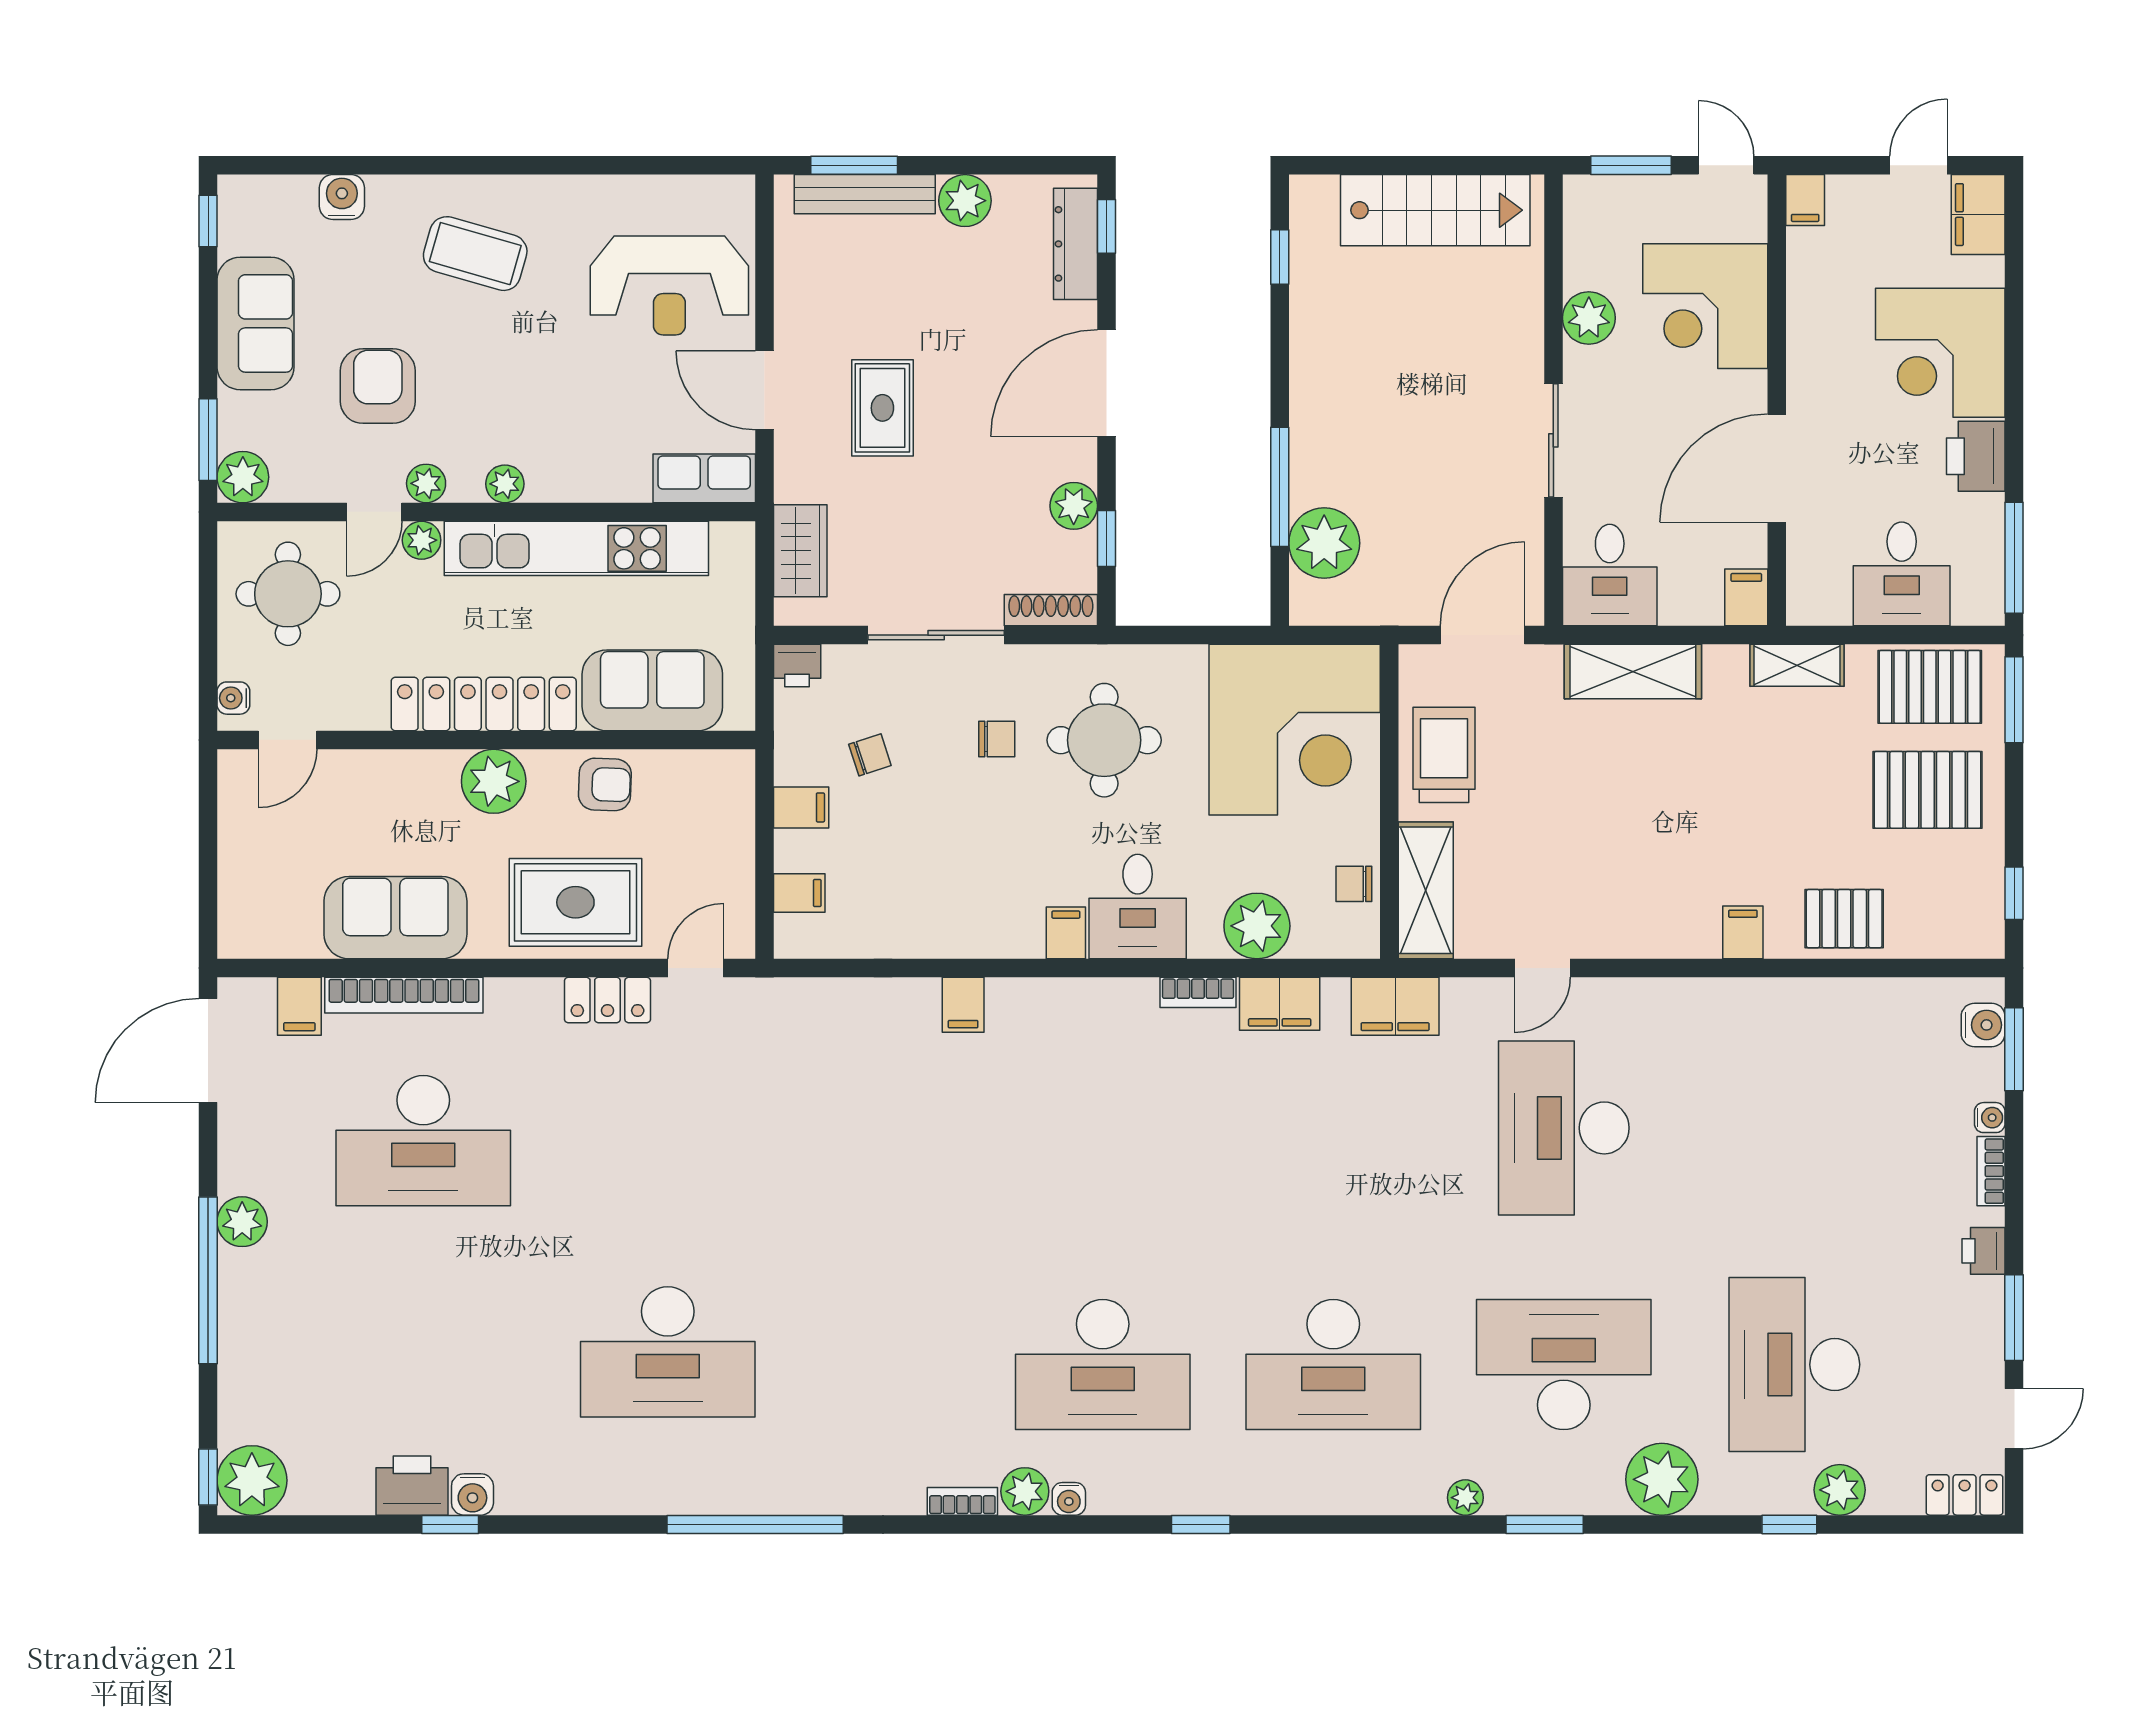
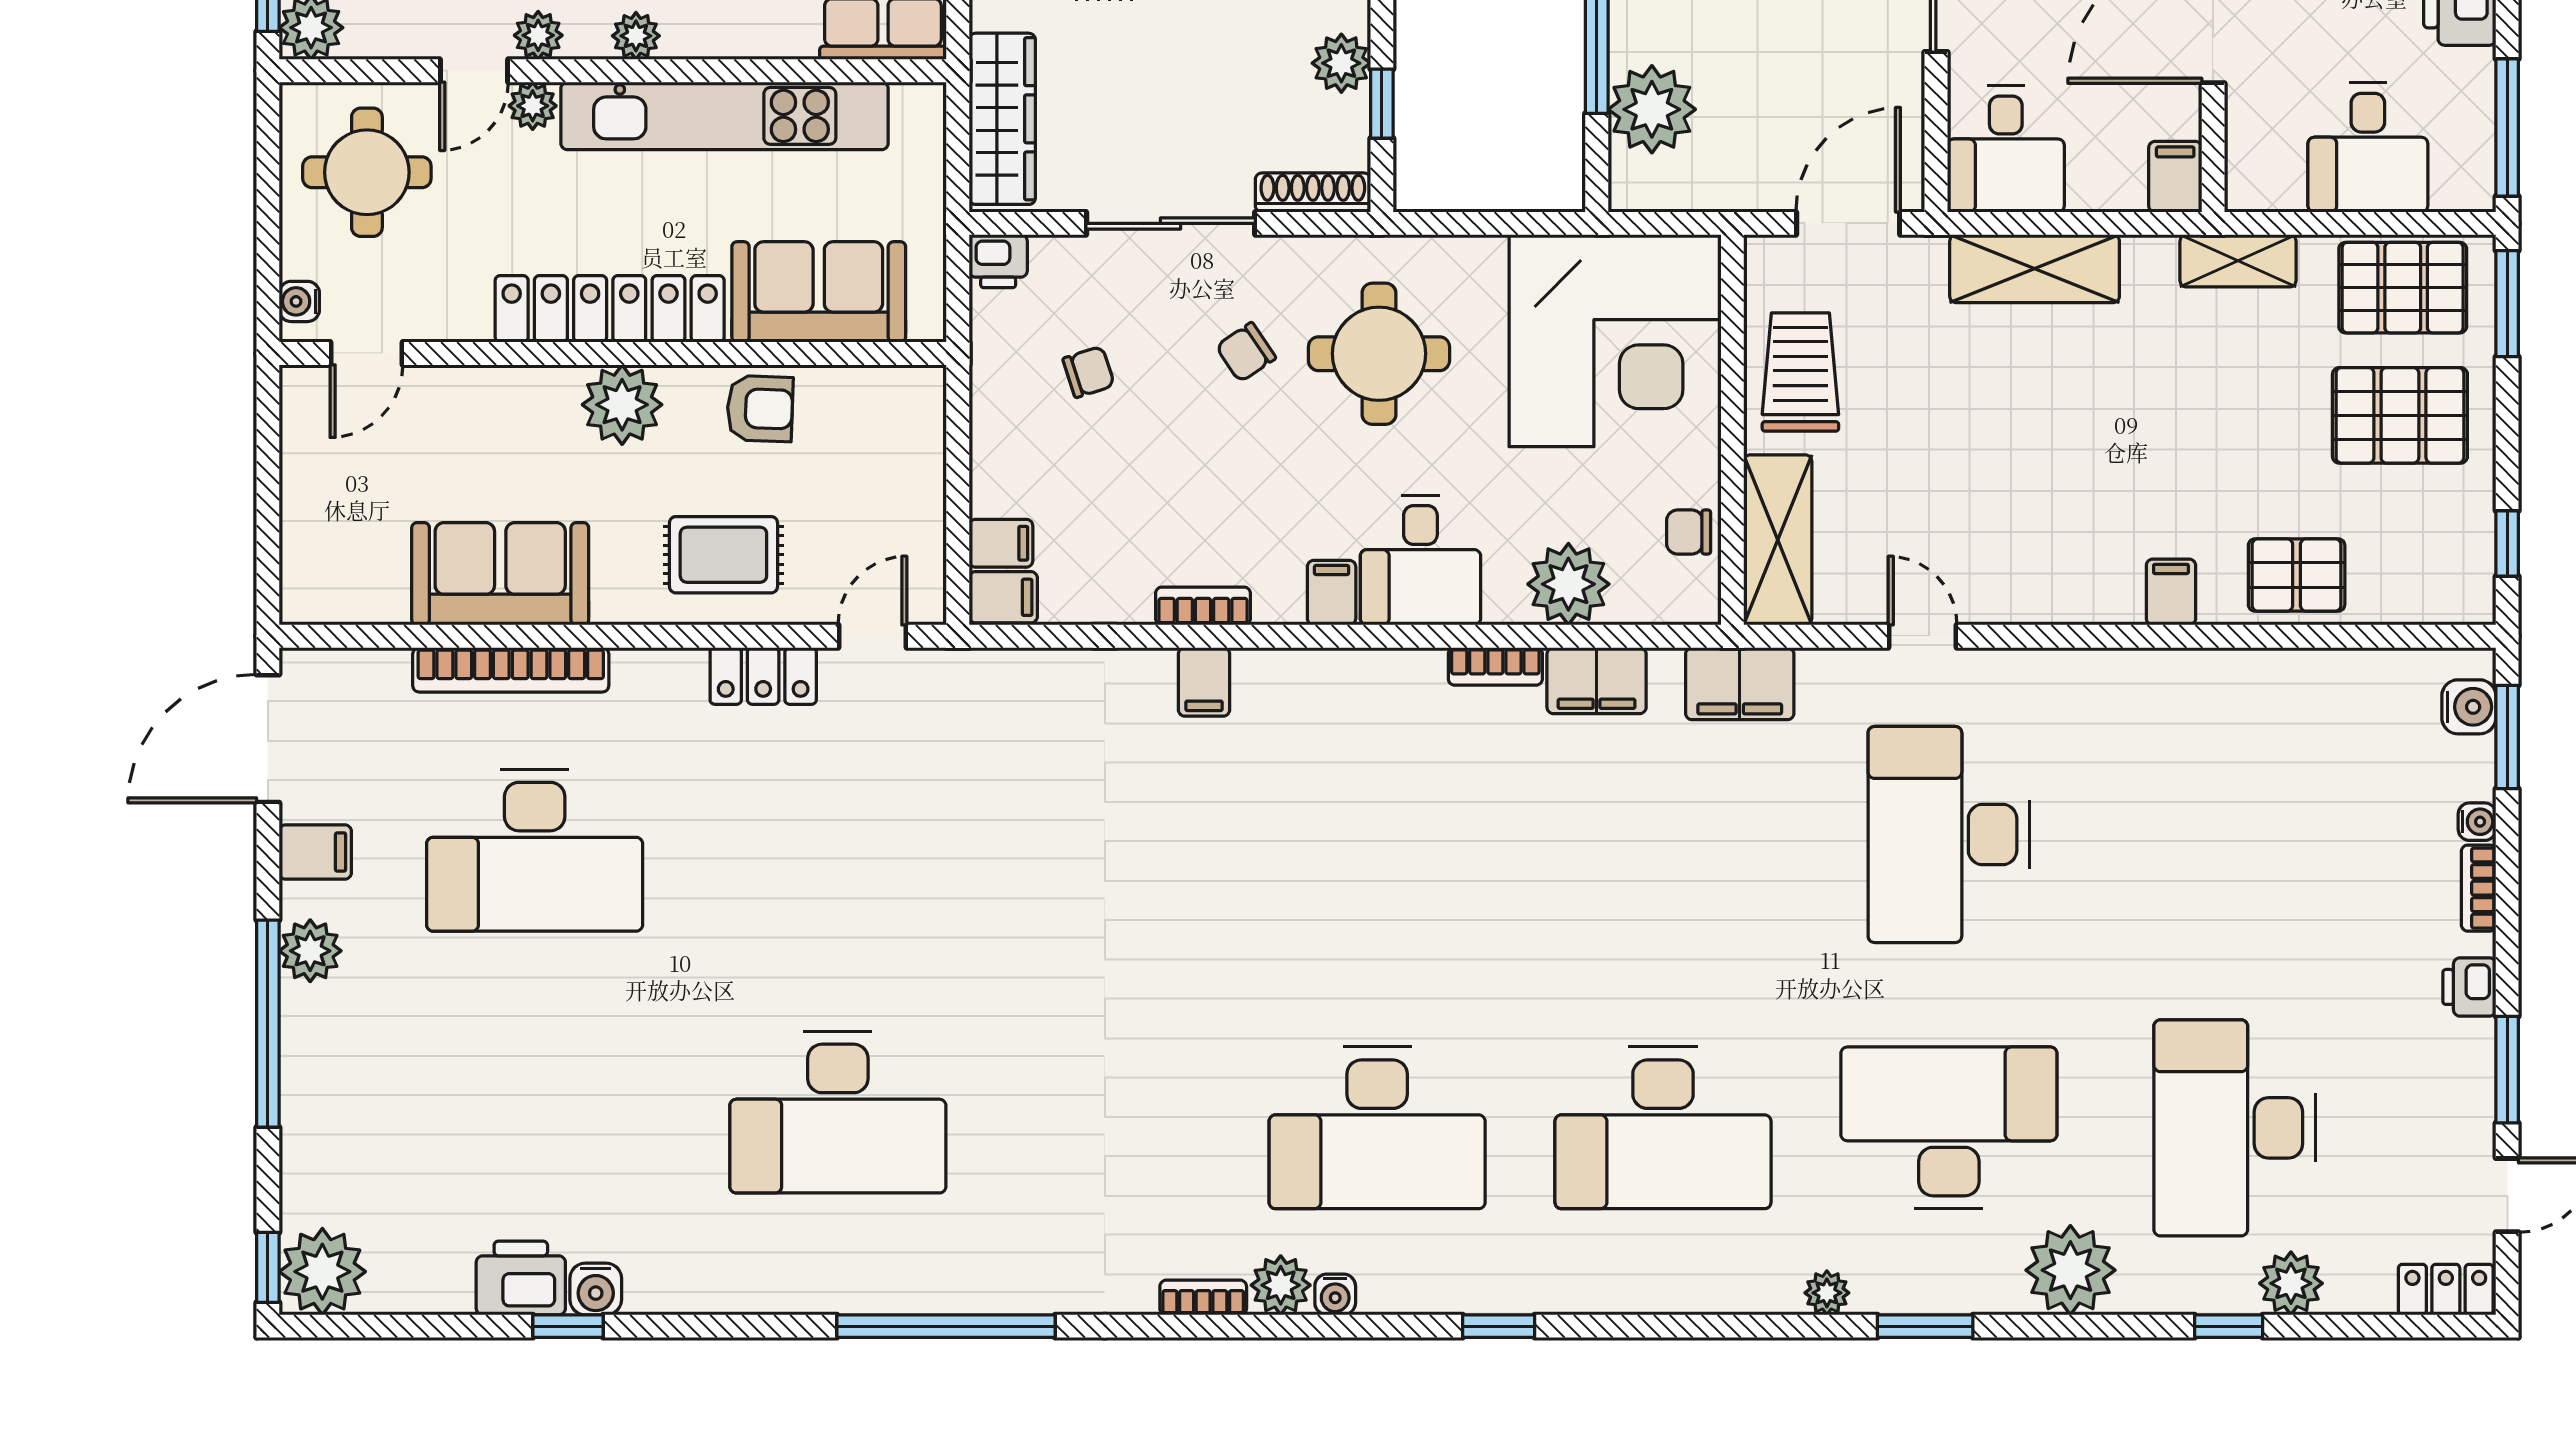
wardrobe: (800, 551) -> (1002, 119), width x1.50
chair: (997, 739) -> (1246, 352), turned 146
filing cabinet: (801, 807) -> (1003, 597), moved
rug: (575, 902) -> (723, 555), width x0.73, depth x0.70
bookcase: (962, 944) -> (1203, 606), added
door: (1543, 968) -> (1923, 636), swing flipped
filing cabinet: (299, 1006) -> (315, 852), moved, turned -90

